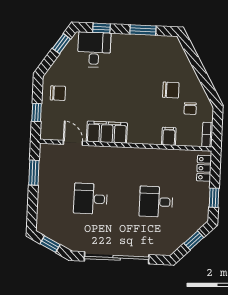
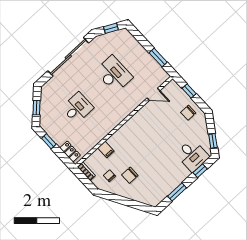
filing cabinet: (107, 132) -> (141, 118), removed
desk: (90, 199) -> (114, 74), width x1.37

